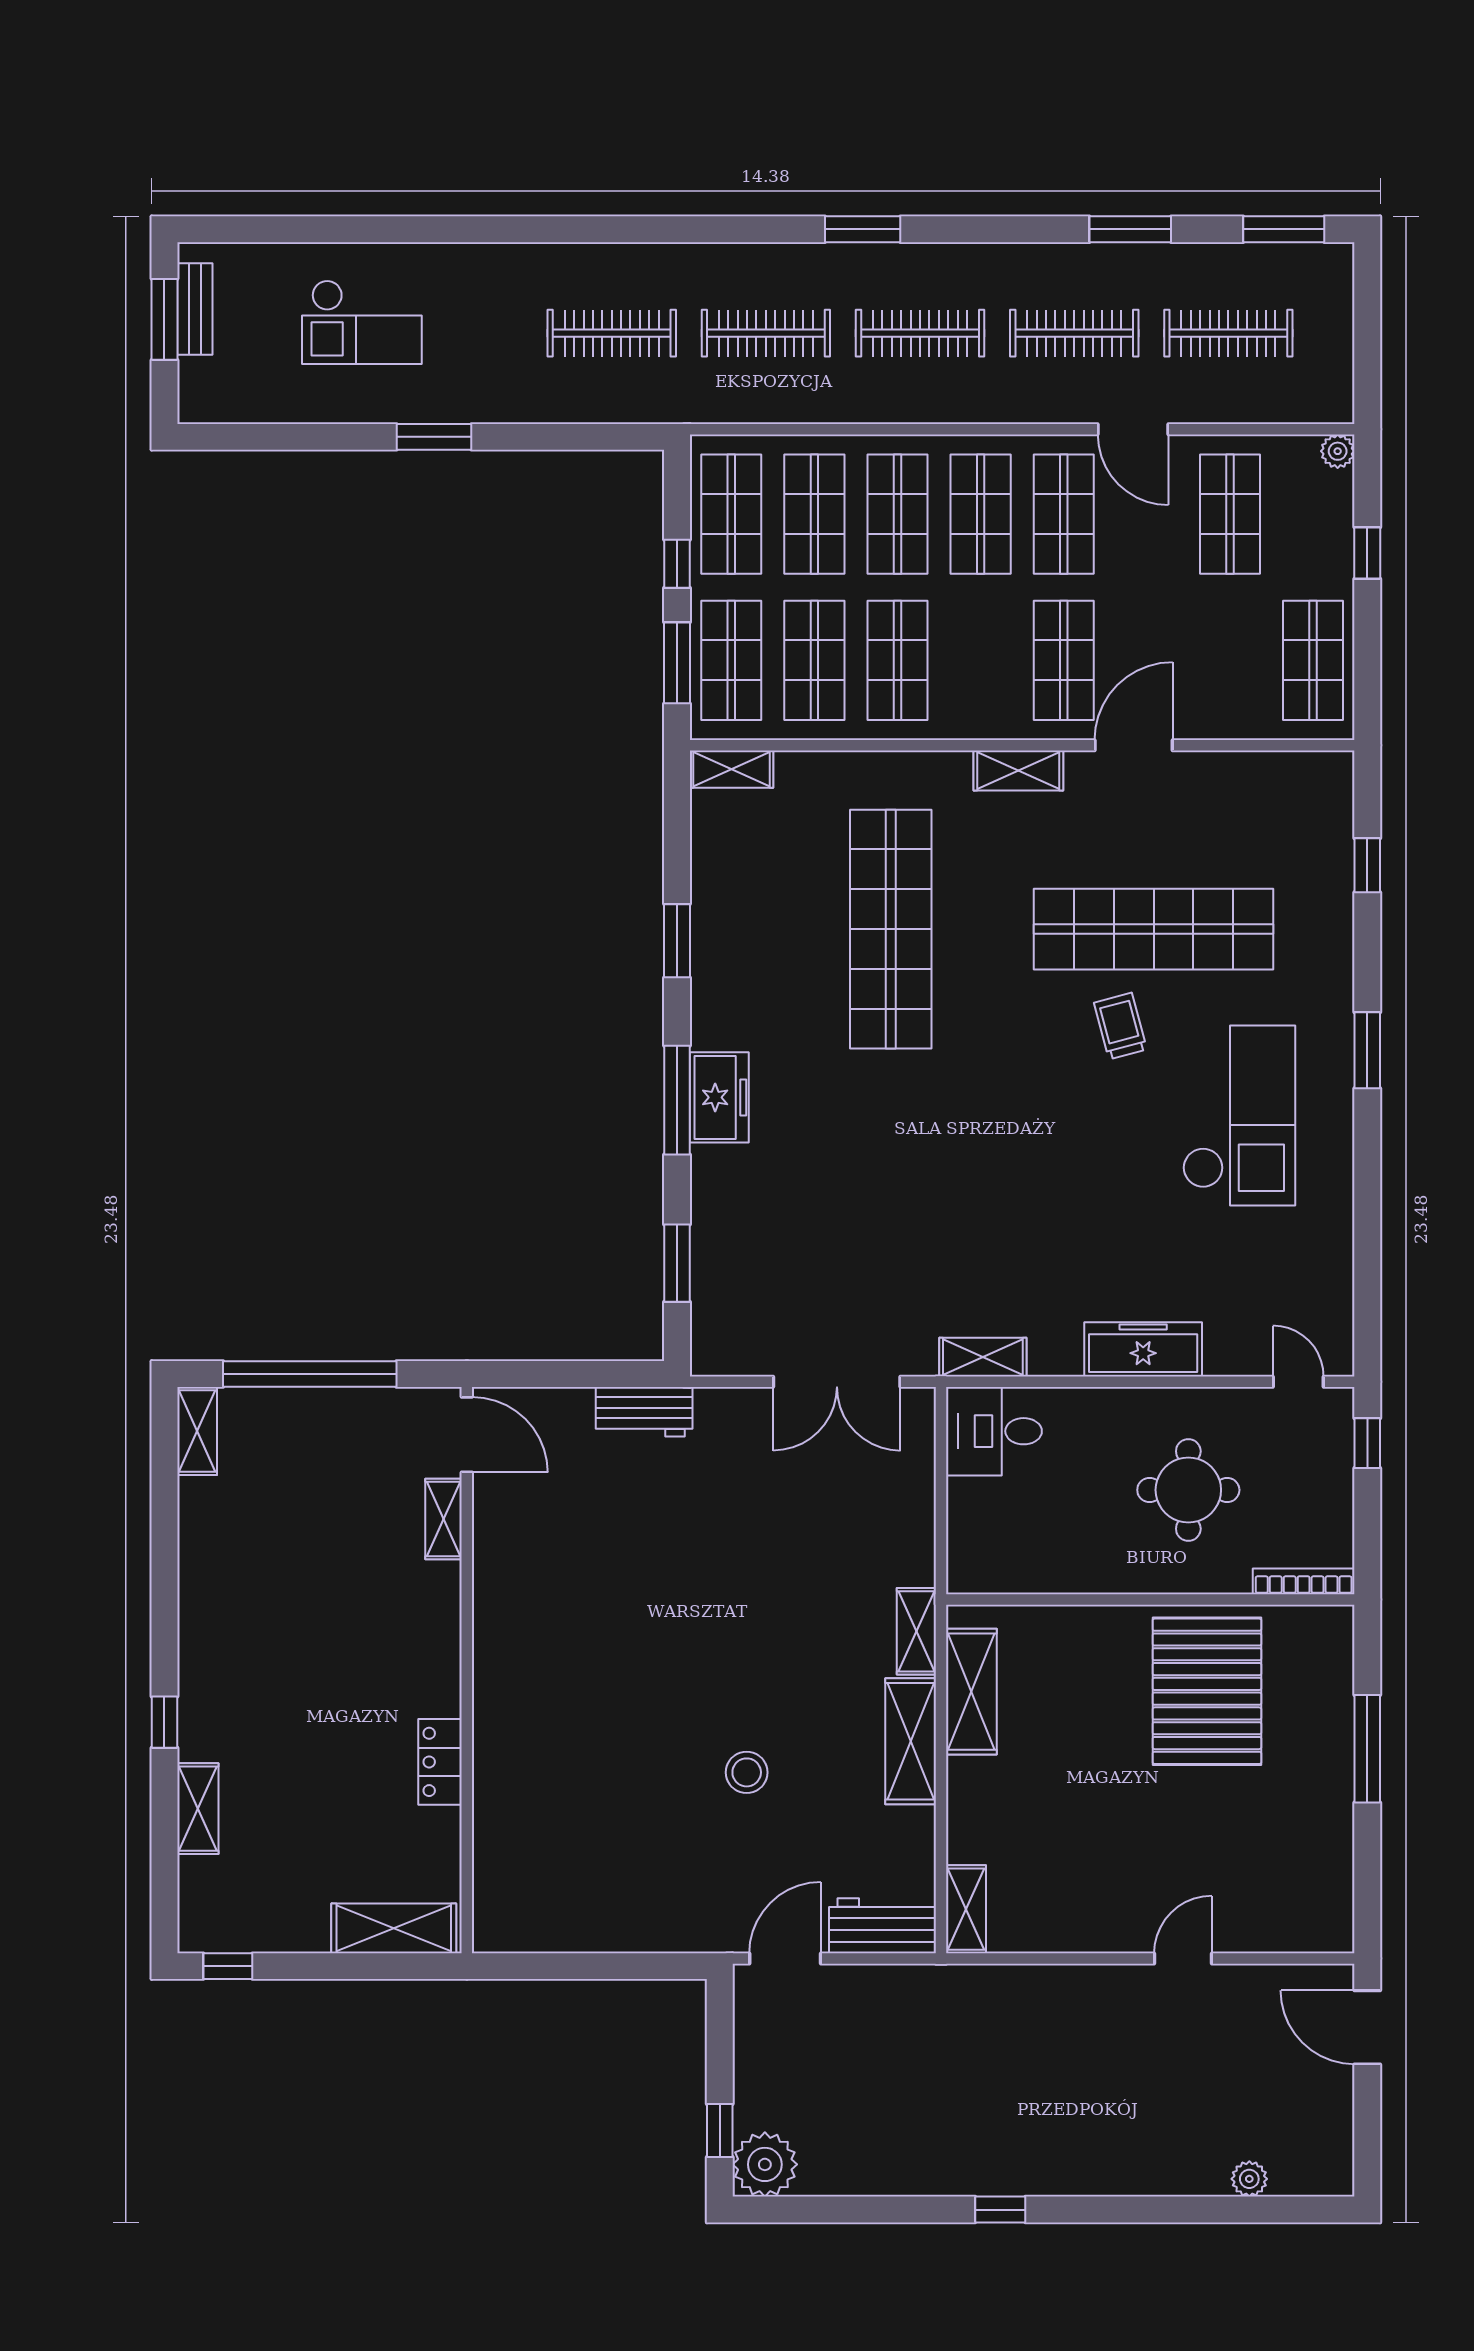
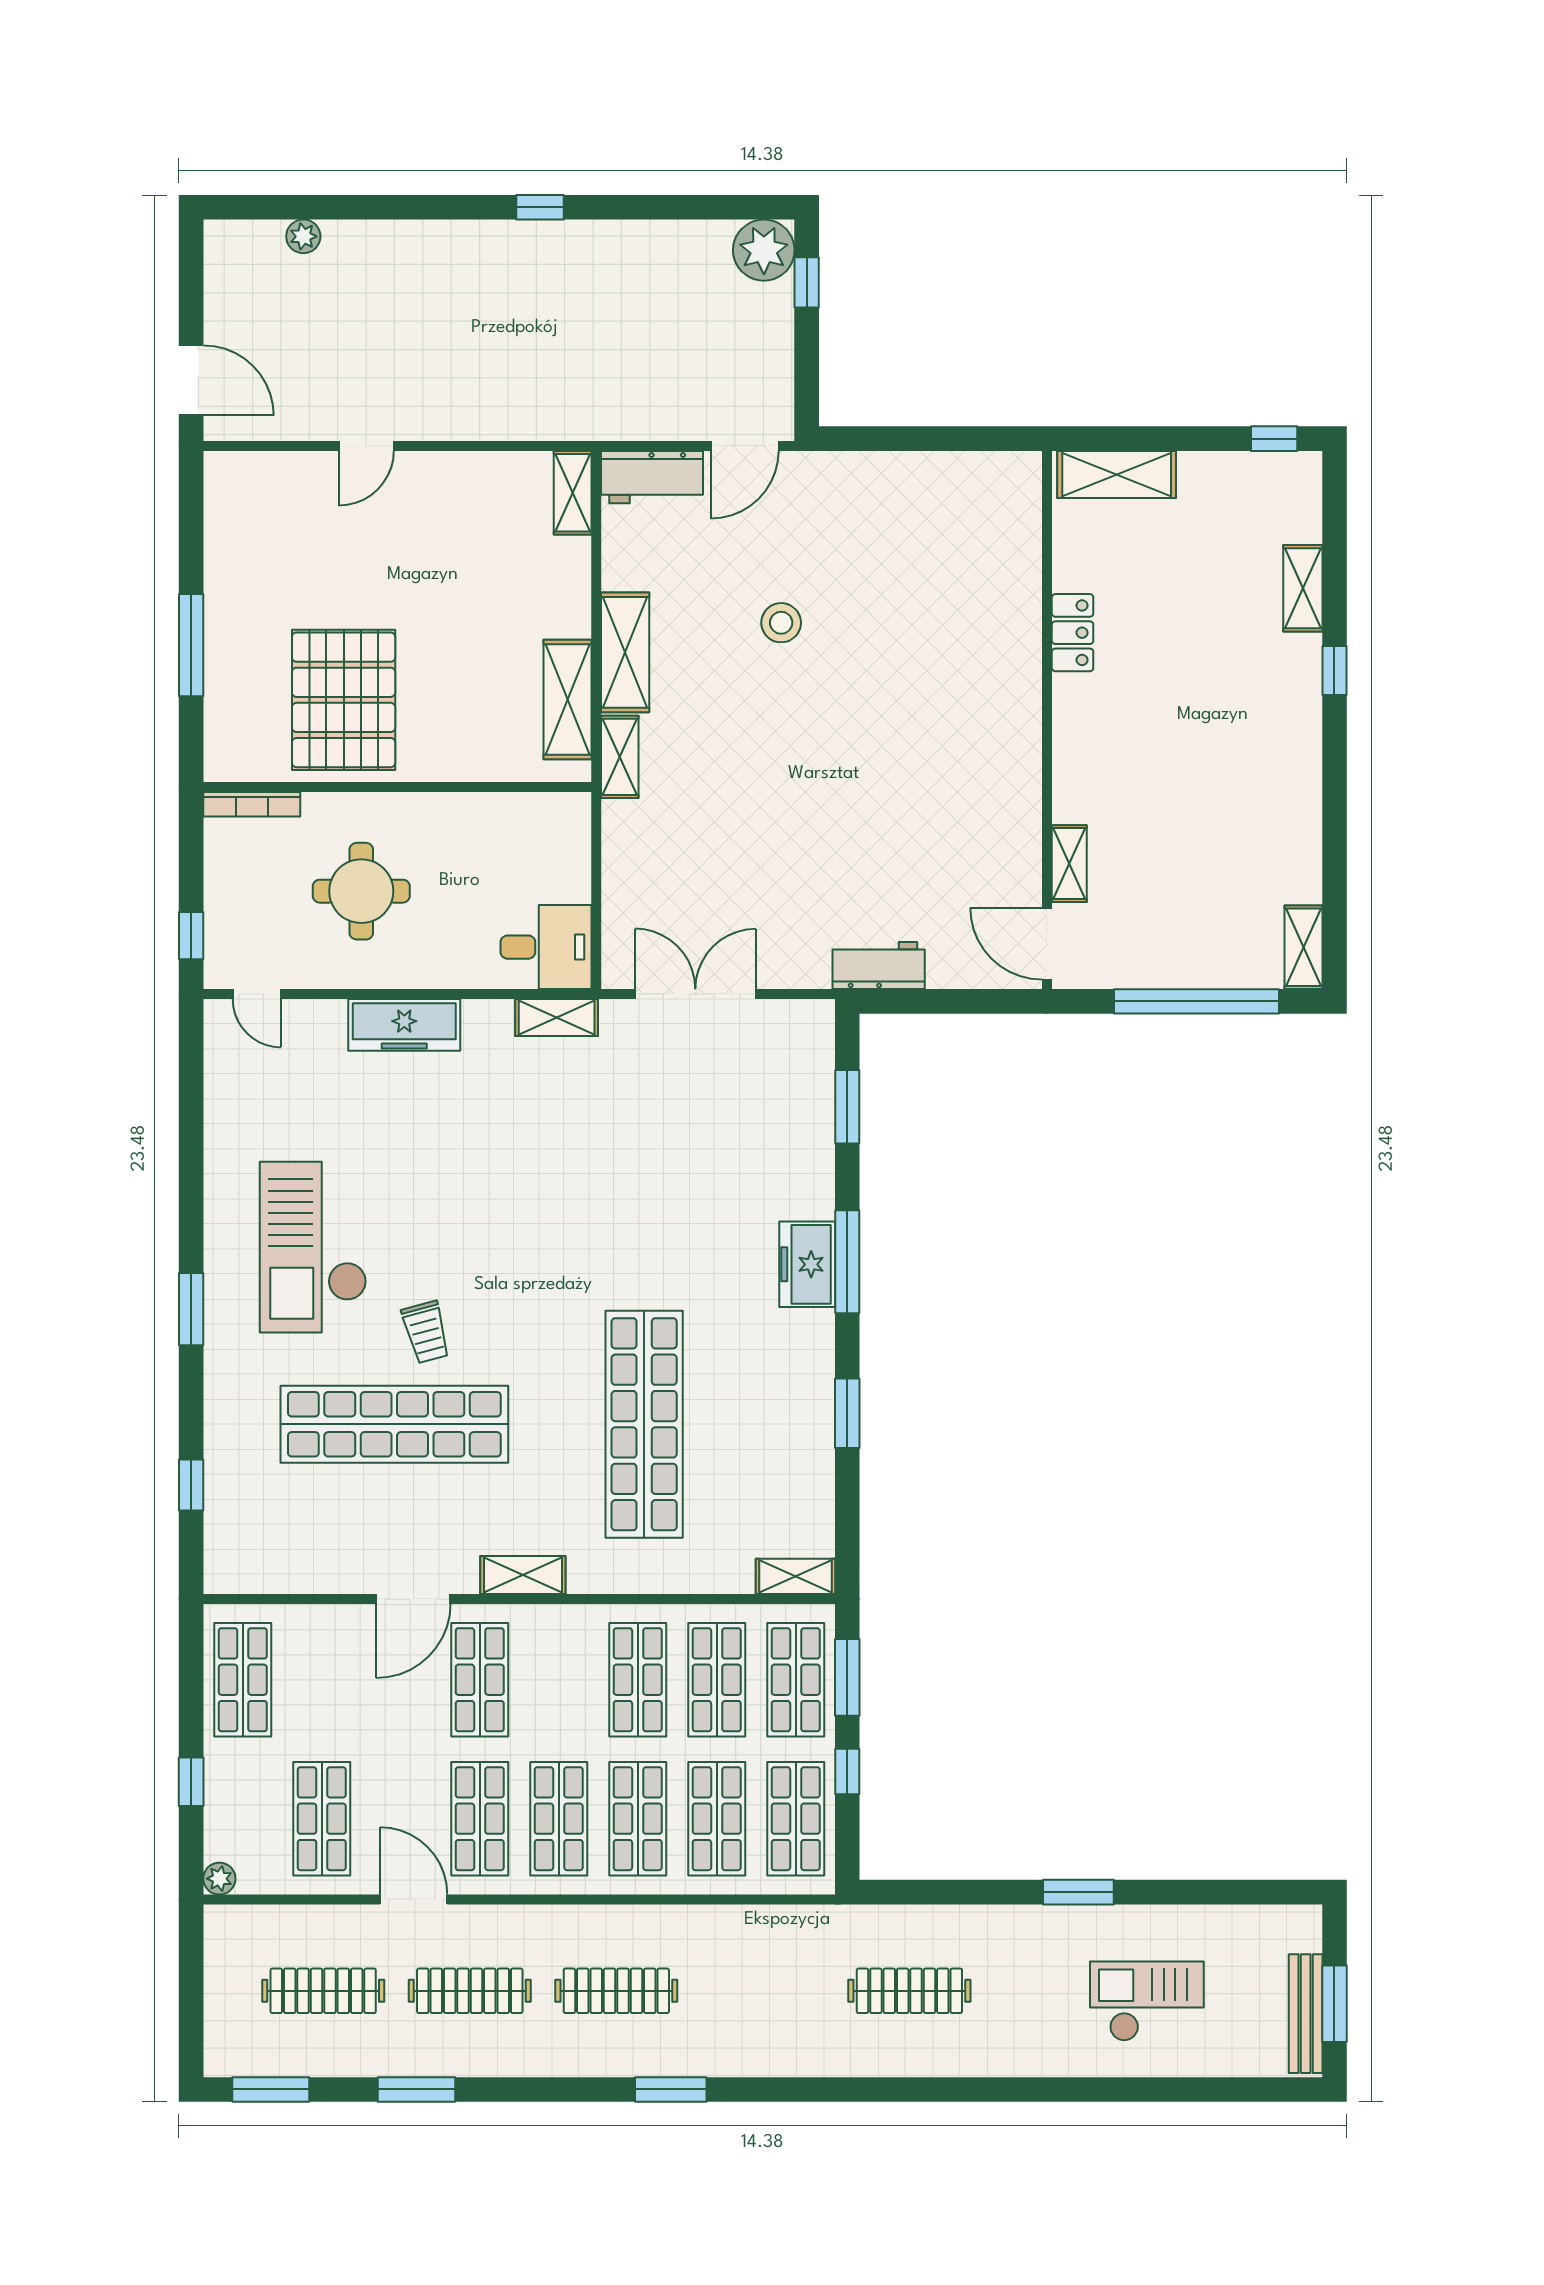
bench: (195, 309) -> (1306, 2014), width x1.36
clothes rail: (766, 333) -> (763, 1991), removed

